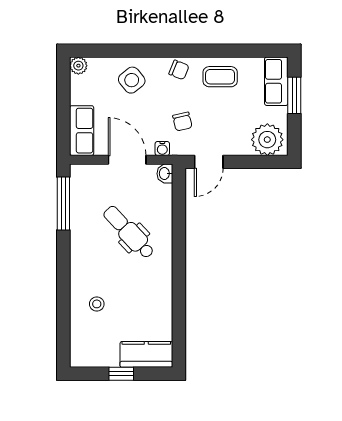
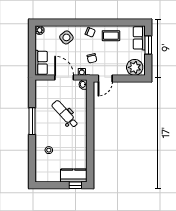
window: (63, 204) -> (32, 121), moved
window: (121, 374) -> (75, 185), moved

